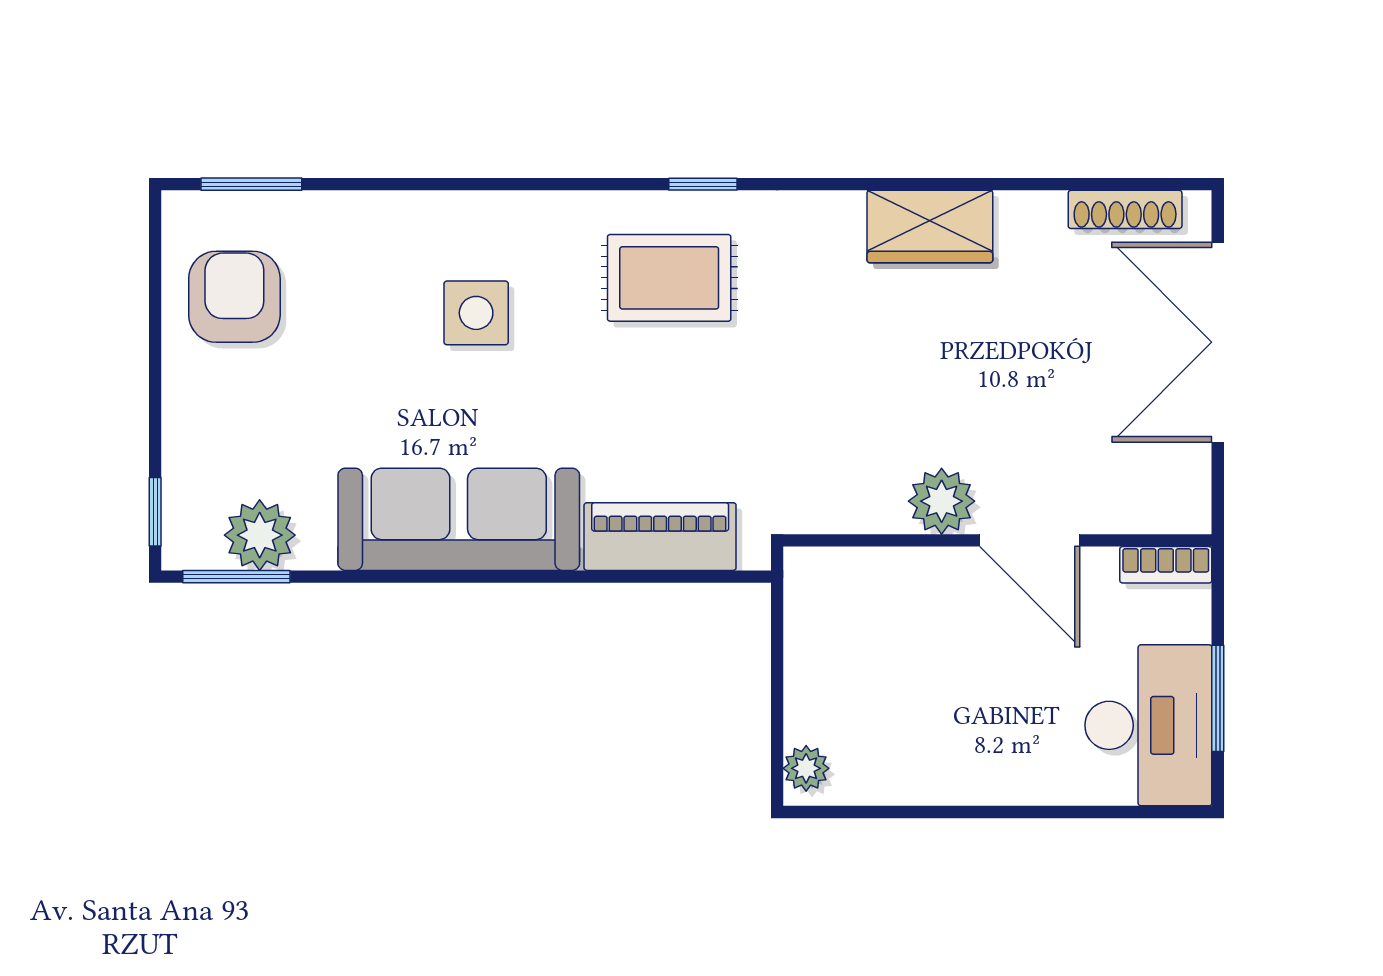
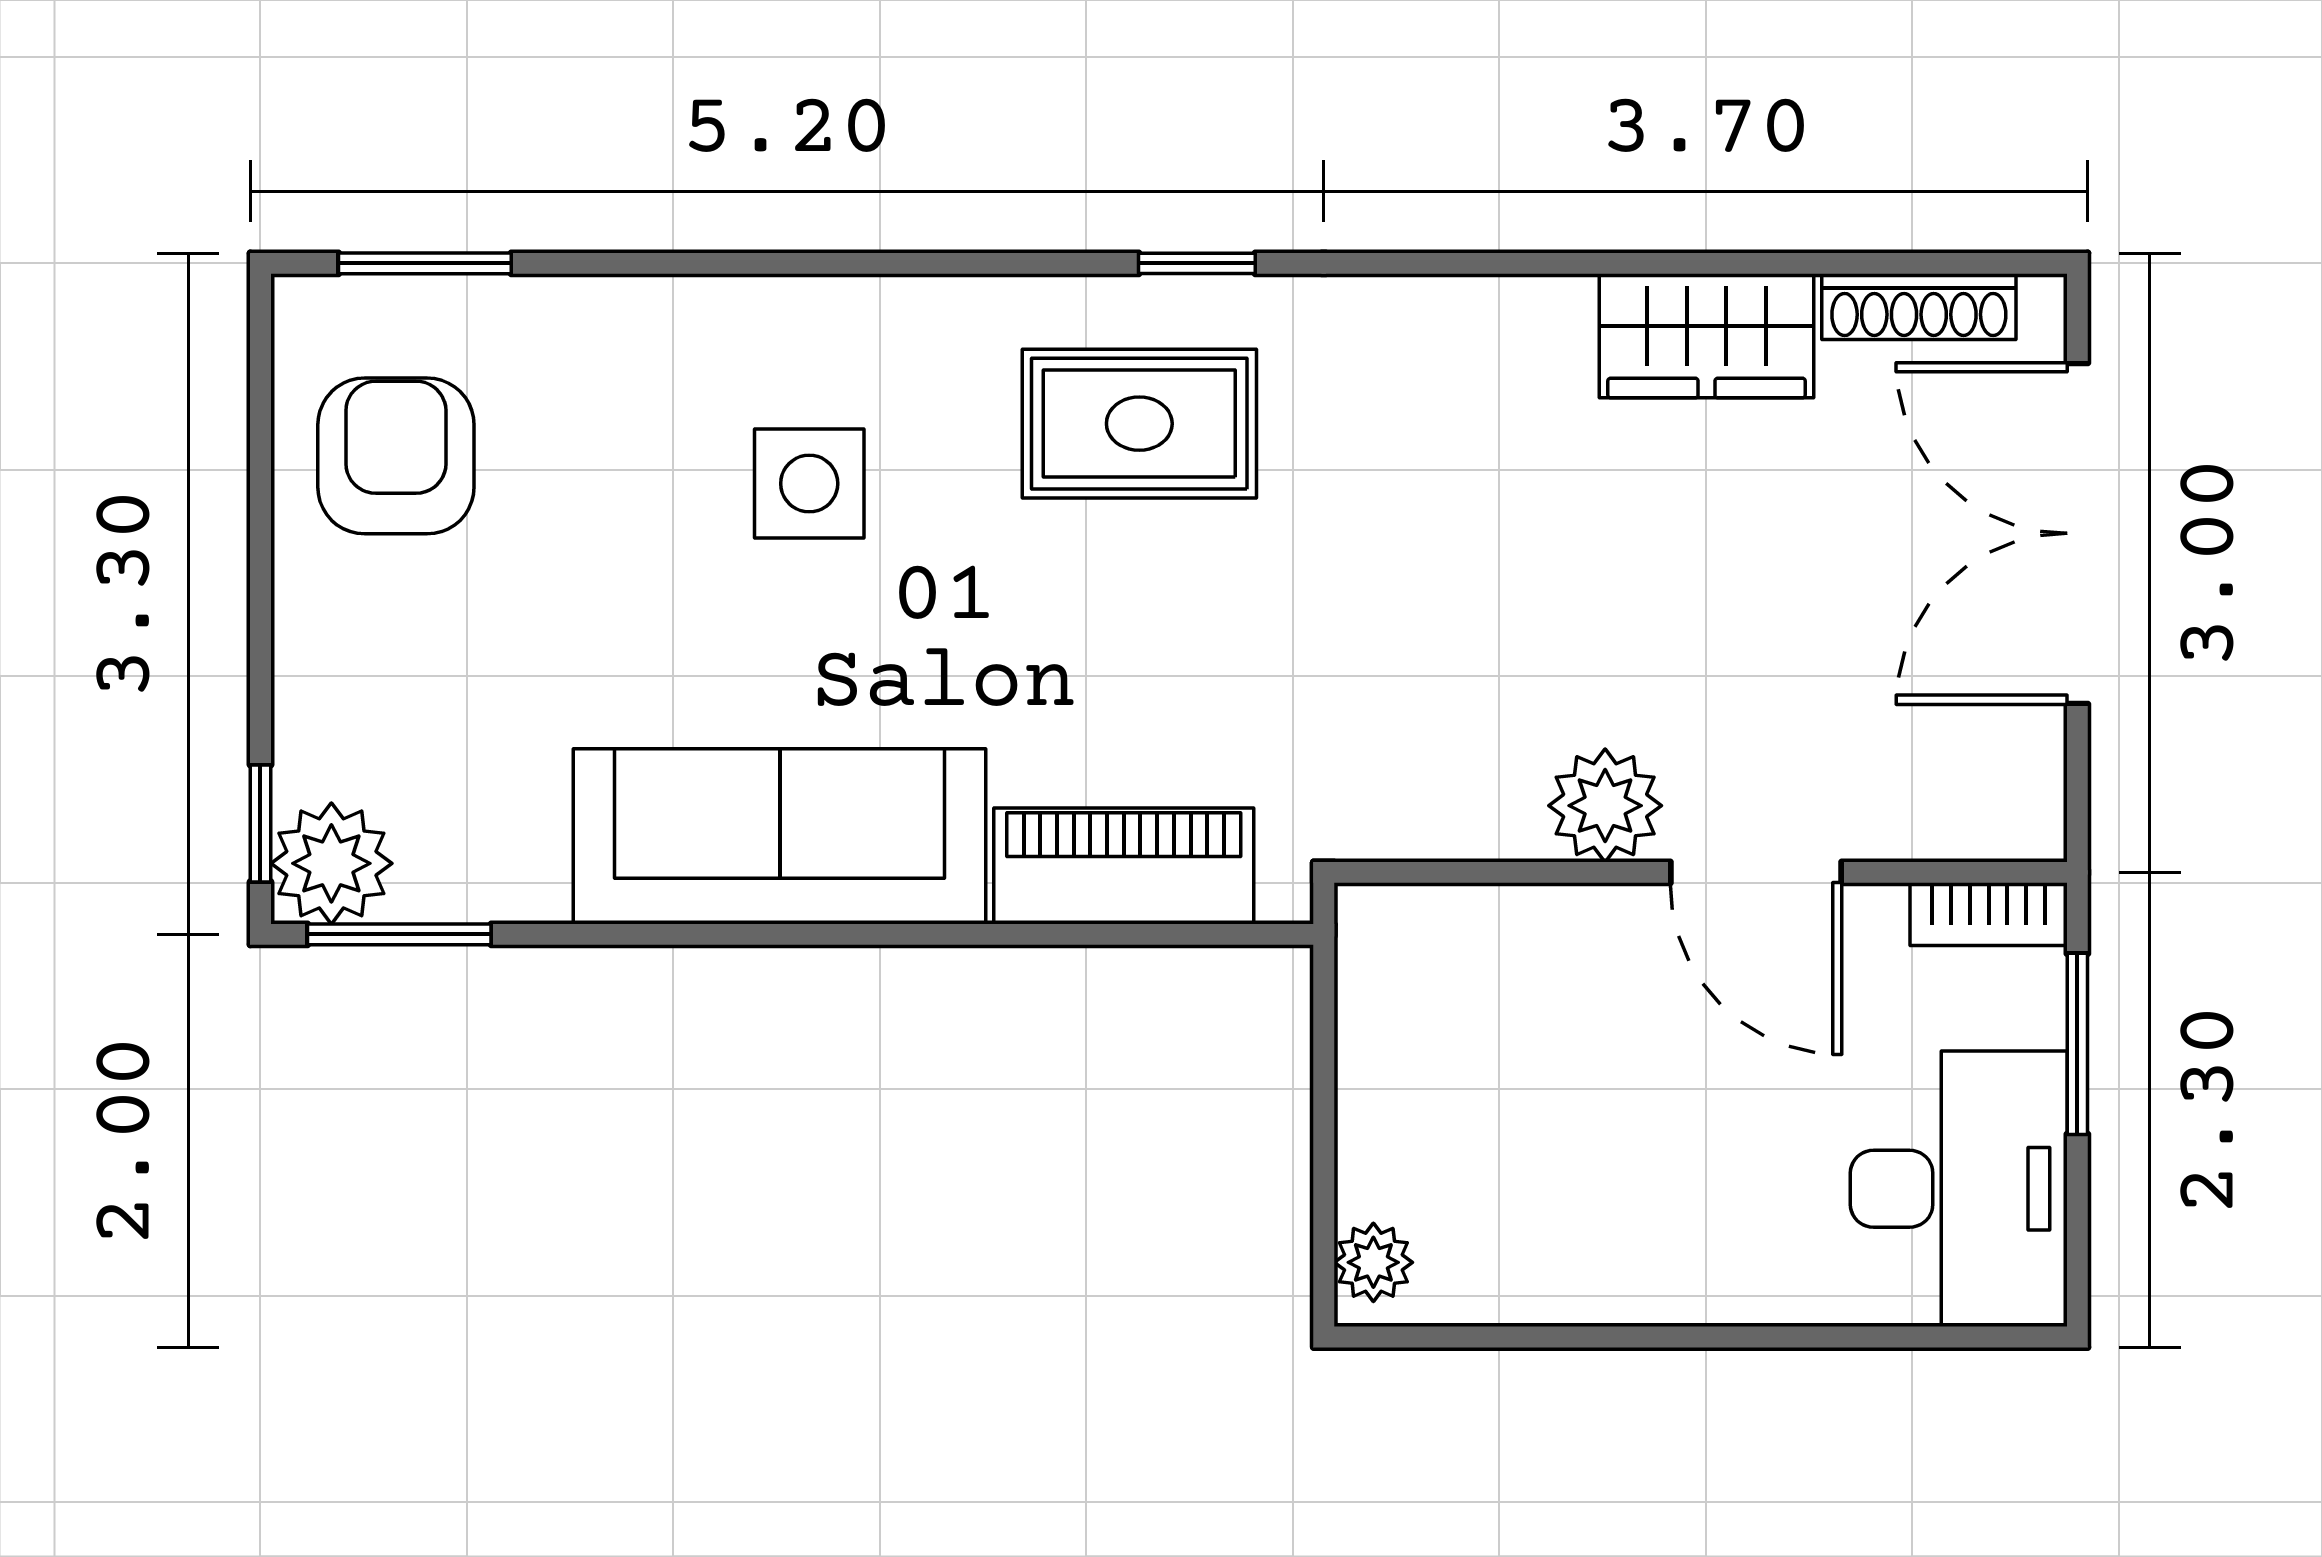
wardrobe: (930, 227) -> (1707, 336), moved
plant: (260, 535) -> (331, 863), moved
window: (1218, 698) -> (2077, 1044), moved

